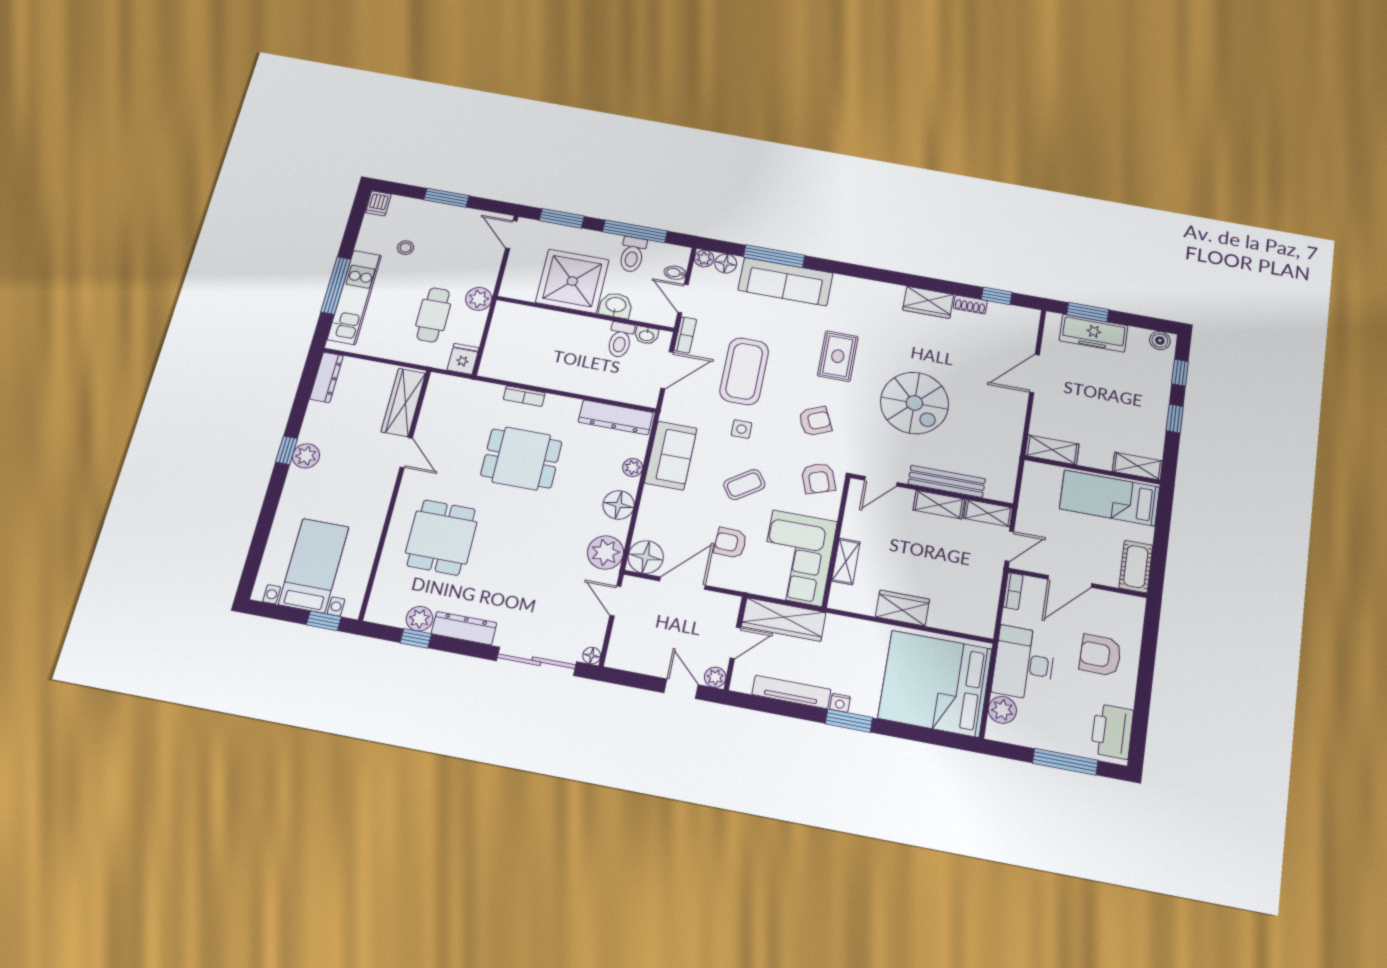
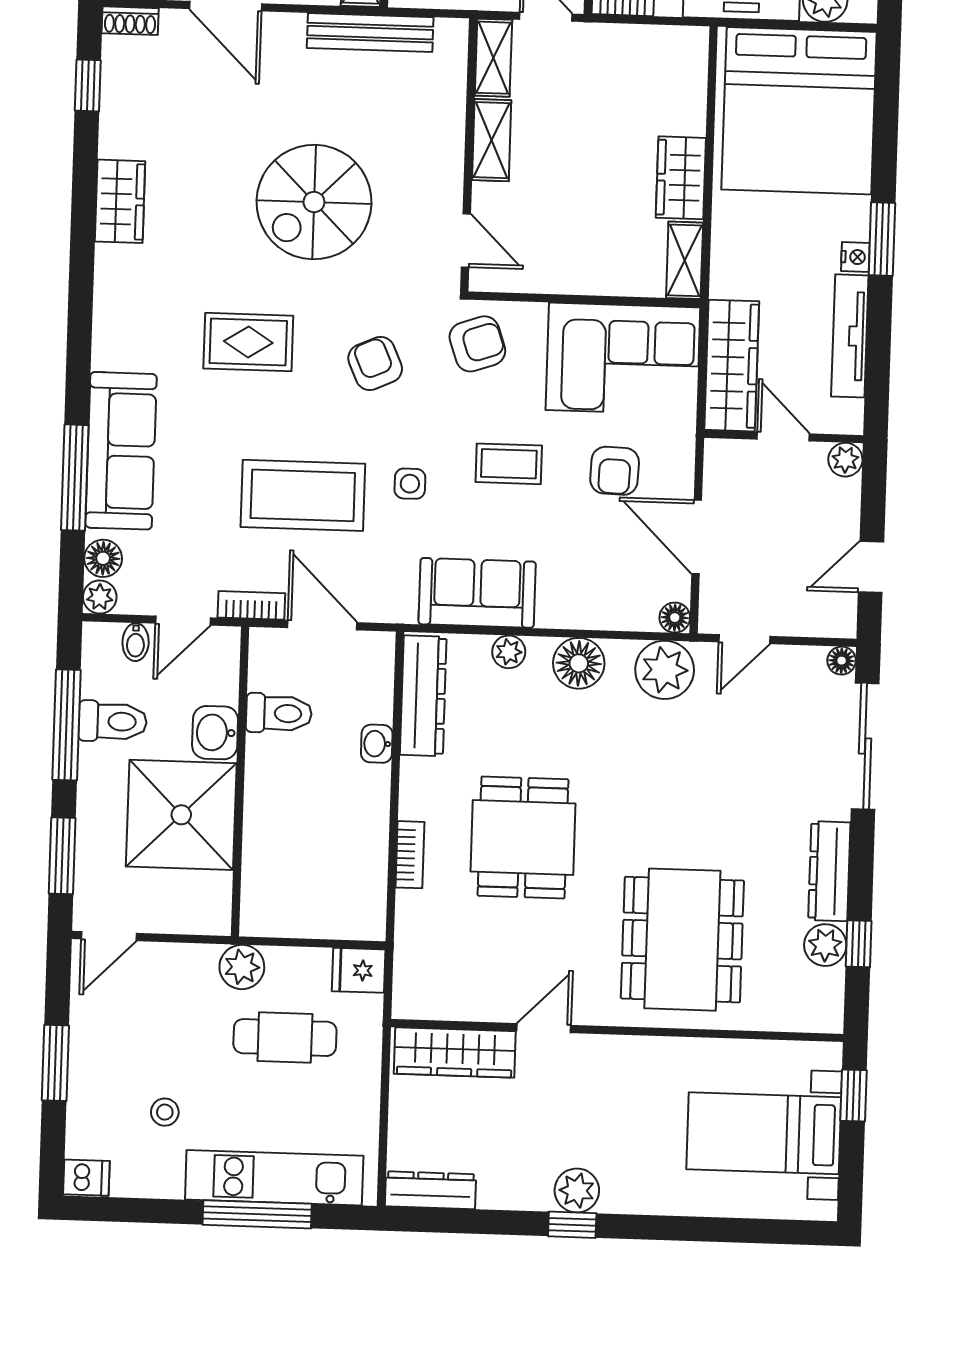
shoe rack: (970, 305) -> (130, 21), moved, turned 90
washbasin: (646, 335) -> (377, 744), moved, turned 180
spiral stairs: (914, 403) -> (314, 202), turned 180
bench: (947, 481) -> (370, 33), moved, turned 90
coffee table: (744, 485) -> (509, 464), turned -55
dining table: (441, 537) -> (682, 940), width x1.38
floor lamp: (646, 557) -> (675, 618), width x0.53, depth x0.53
shelving: (846, 561) -> (685, 260), moved, turned 90
door: (681, 689) -> (871, 567), moved

